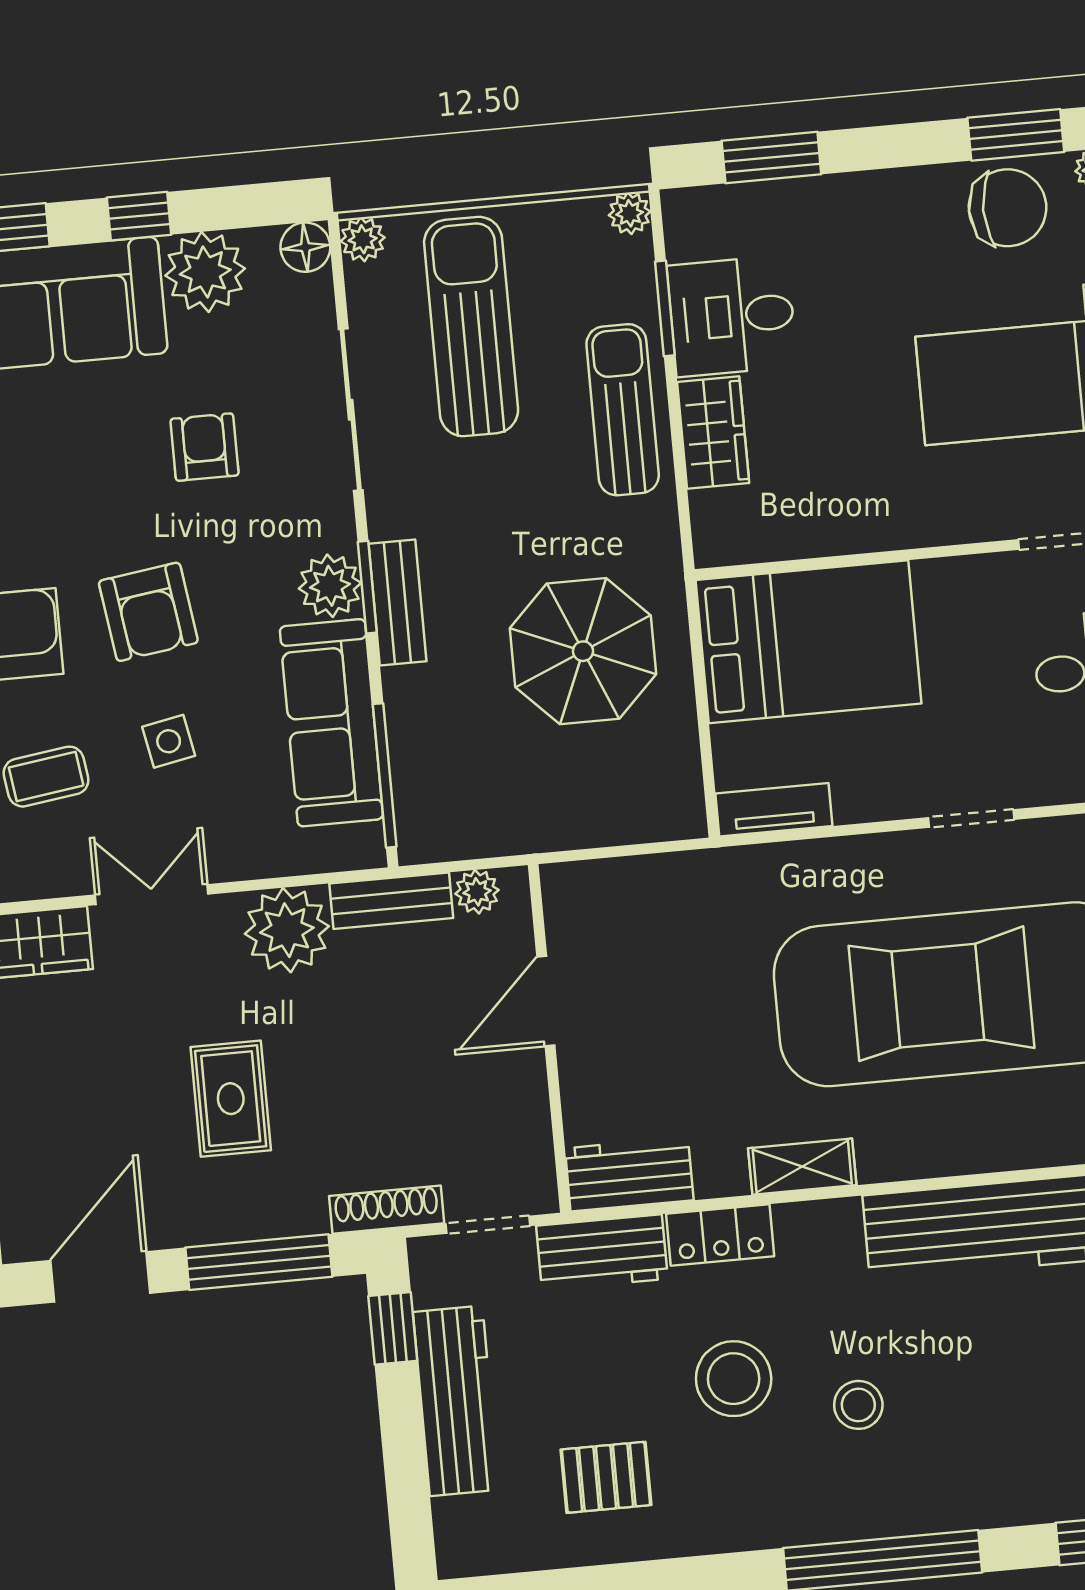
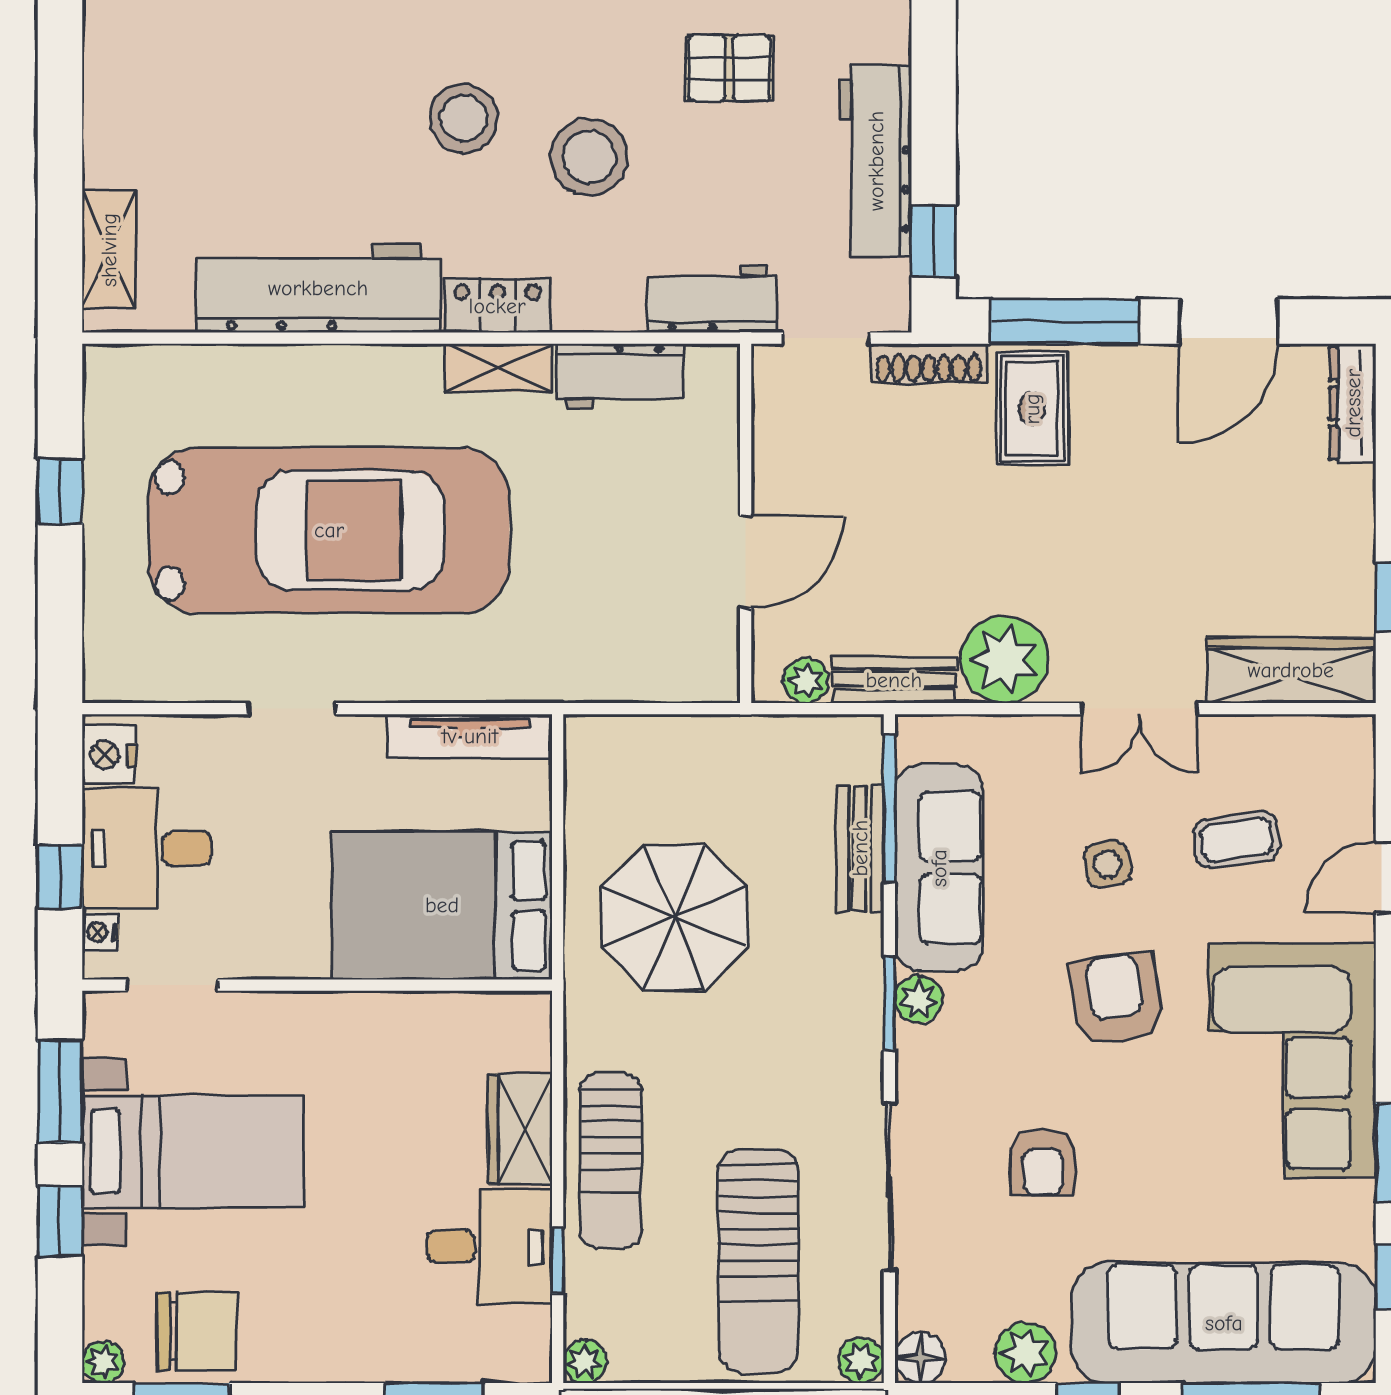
chair: (1008, 208) -> (197, 1331), turned 180
plant: (205, 272) -> (1025, 1353), width x0.73, depth x0.73
window: (665, 308) -> (558, 1261), width x0.67
plant: (330, 586) -> (919, 999), width x0.73, depth x0.73
bench: (397, 603) -> (860, 848), moved
tv unit: (774, 810) -> (470, 736), width x1.41
rug: (231, 1099) -> (1032, 409), moved
workbench: (629, 1174) -> (620, 377), moved
locker: (720, 1235) -> (497, 306), moved
stool: (858, 1405) -> (464, 118), width x1.38, depth x1.38

